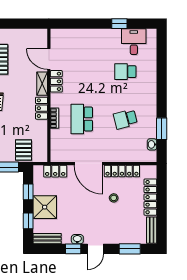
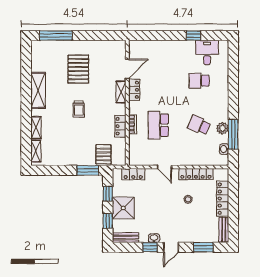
door: (49, 59) -> (127, 69), swing flipped
locker: (42, 108) -> (120, 126), moved
school desk: (125, 119) -> (199, 125), turned 39
plant: (150, 122) -> (222, 128), added
window: (162, 129) -> (233, 134), width x1.44
door: (88, 164) -> (164, 167), width x0.53

